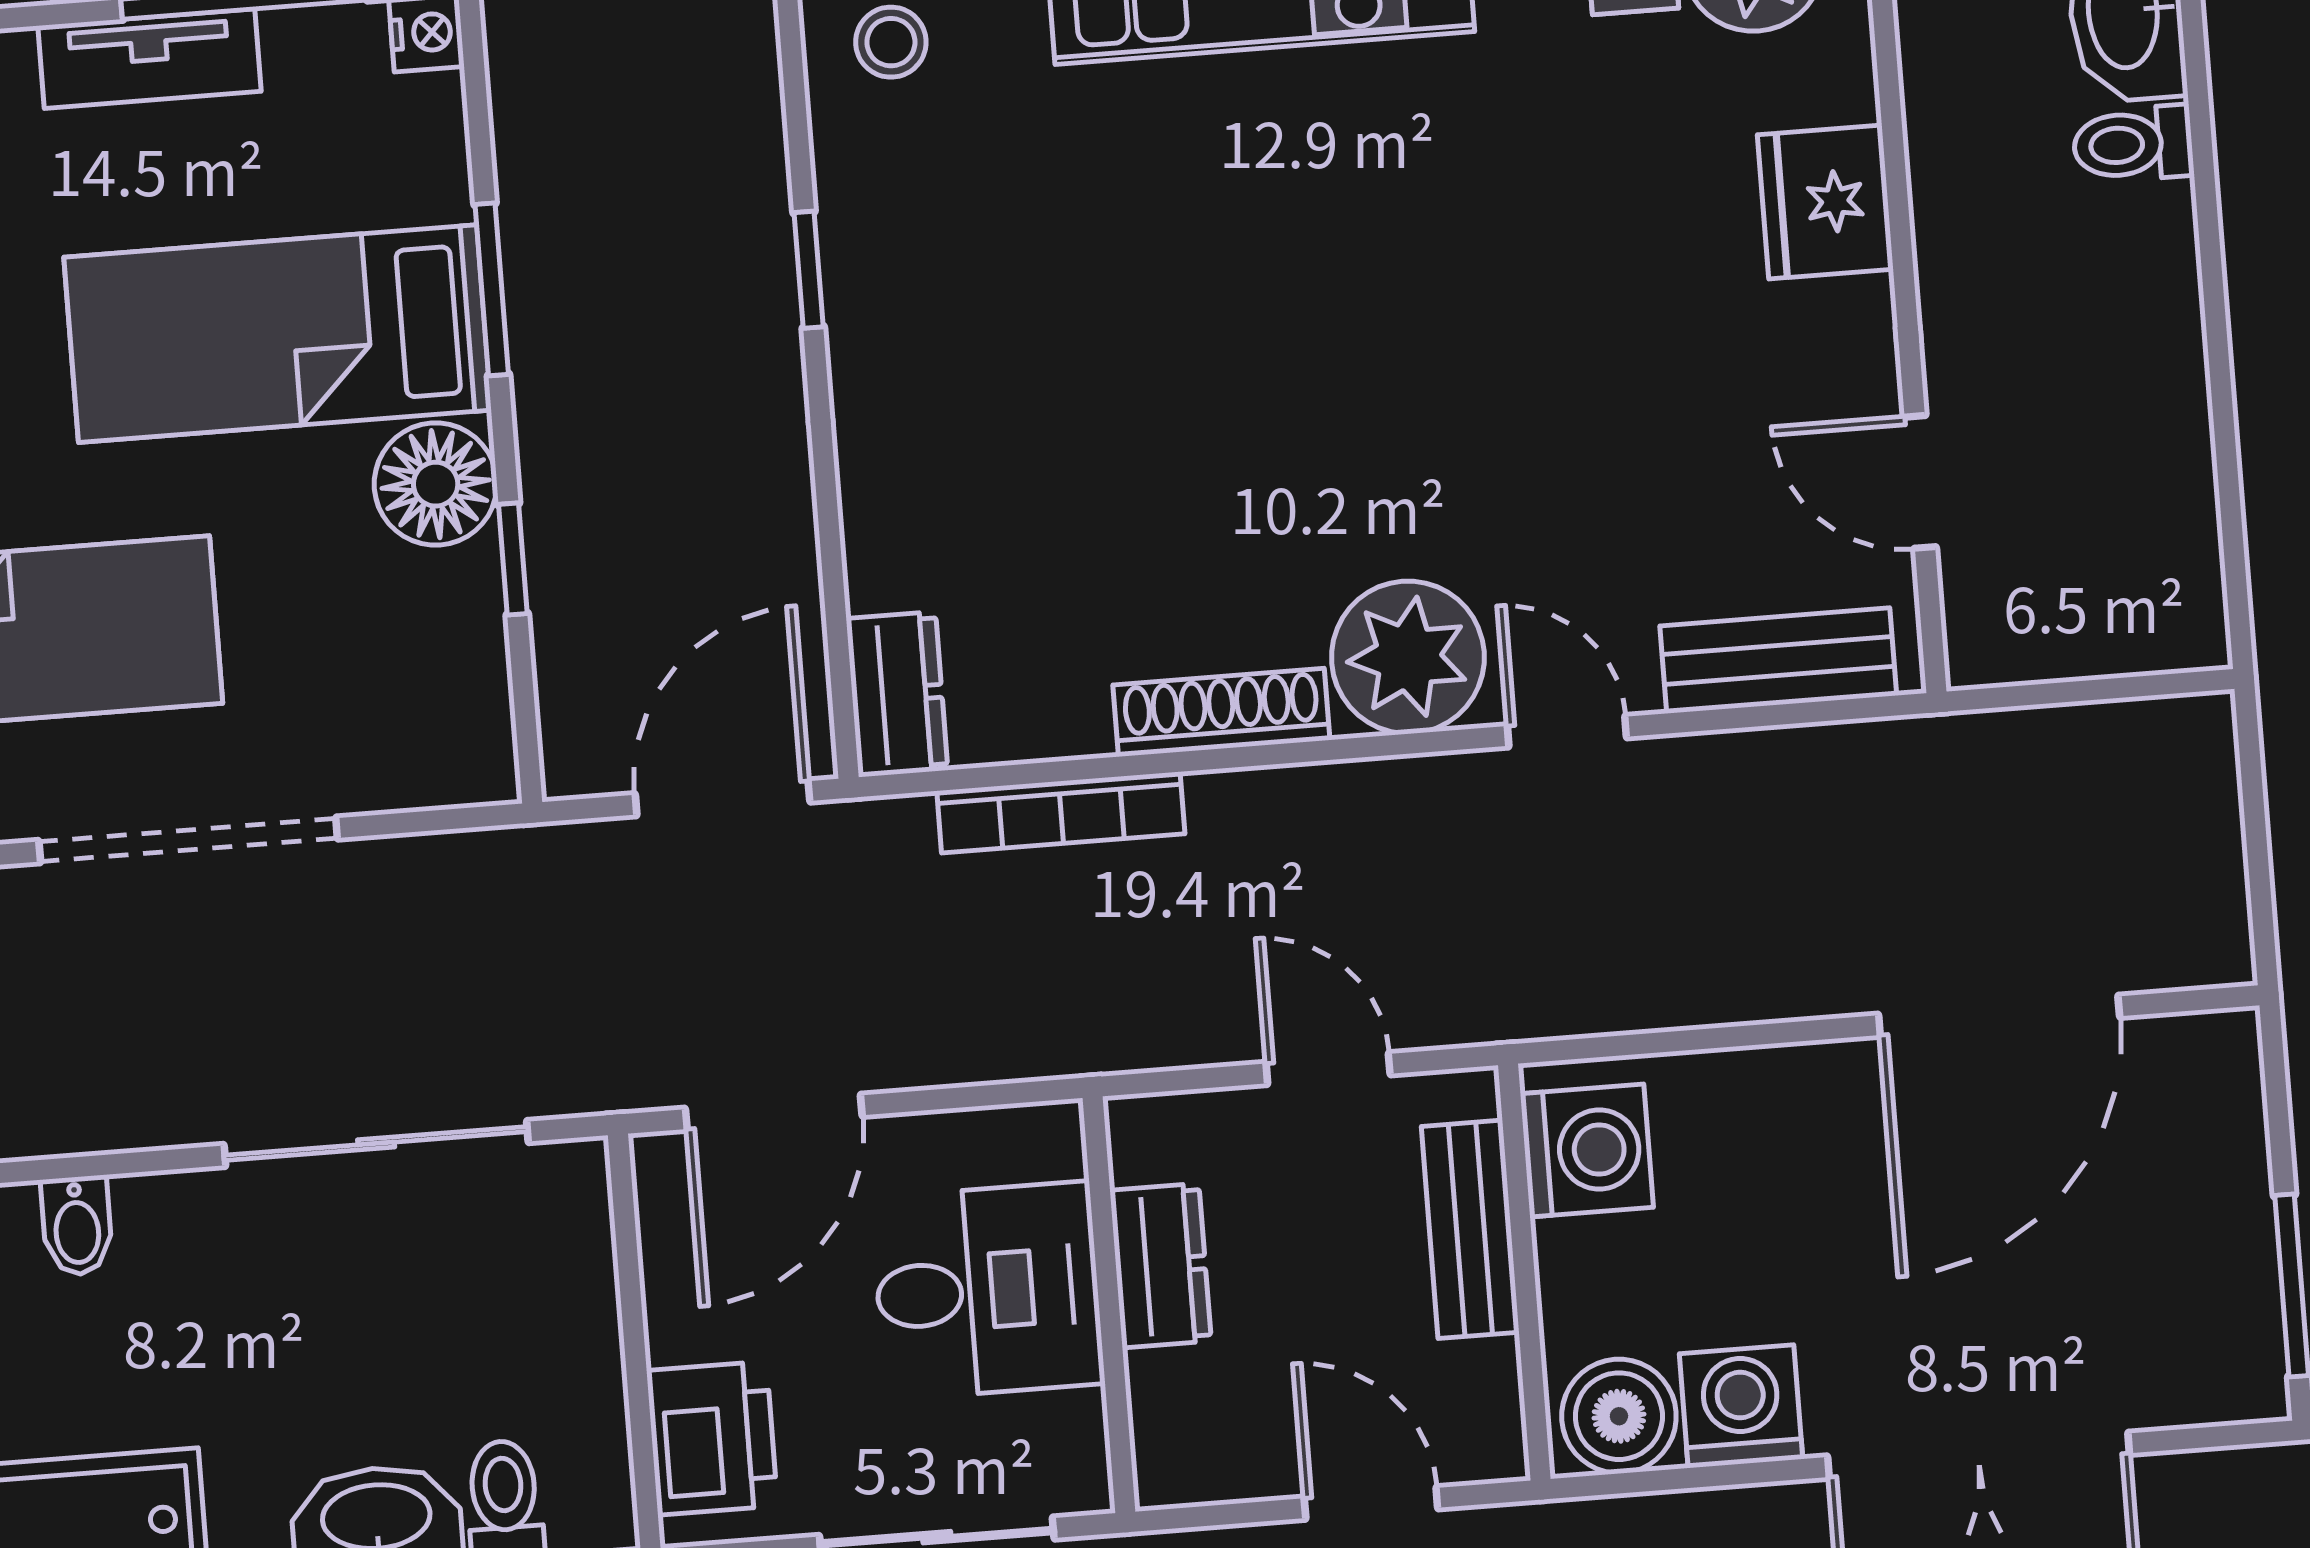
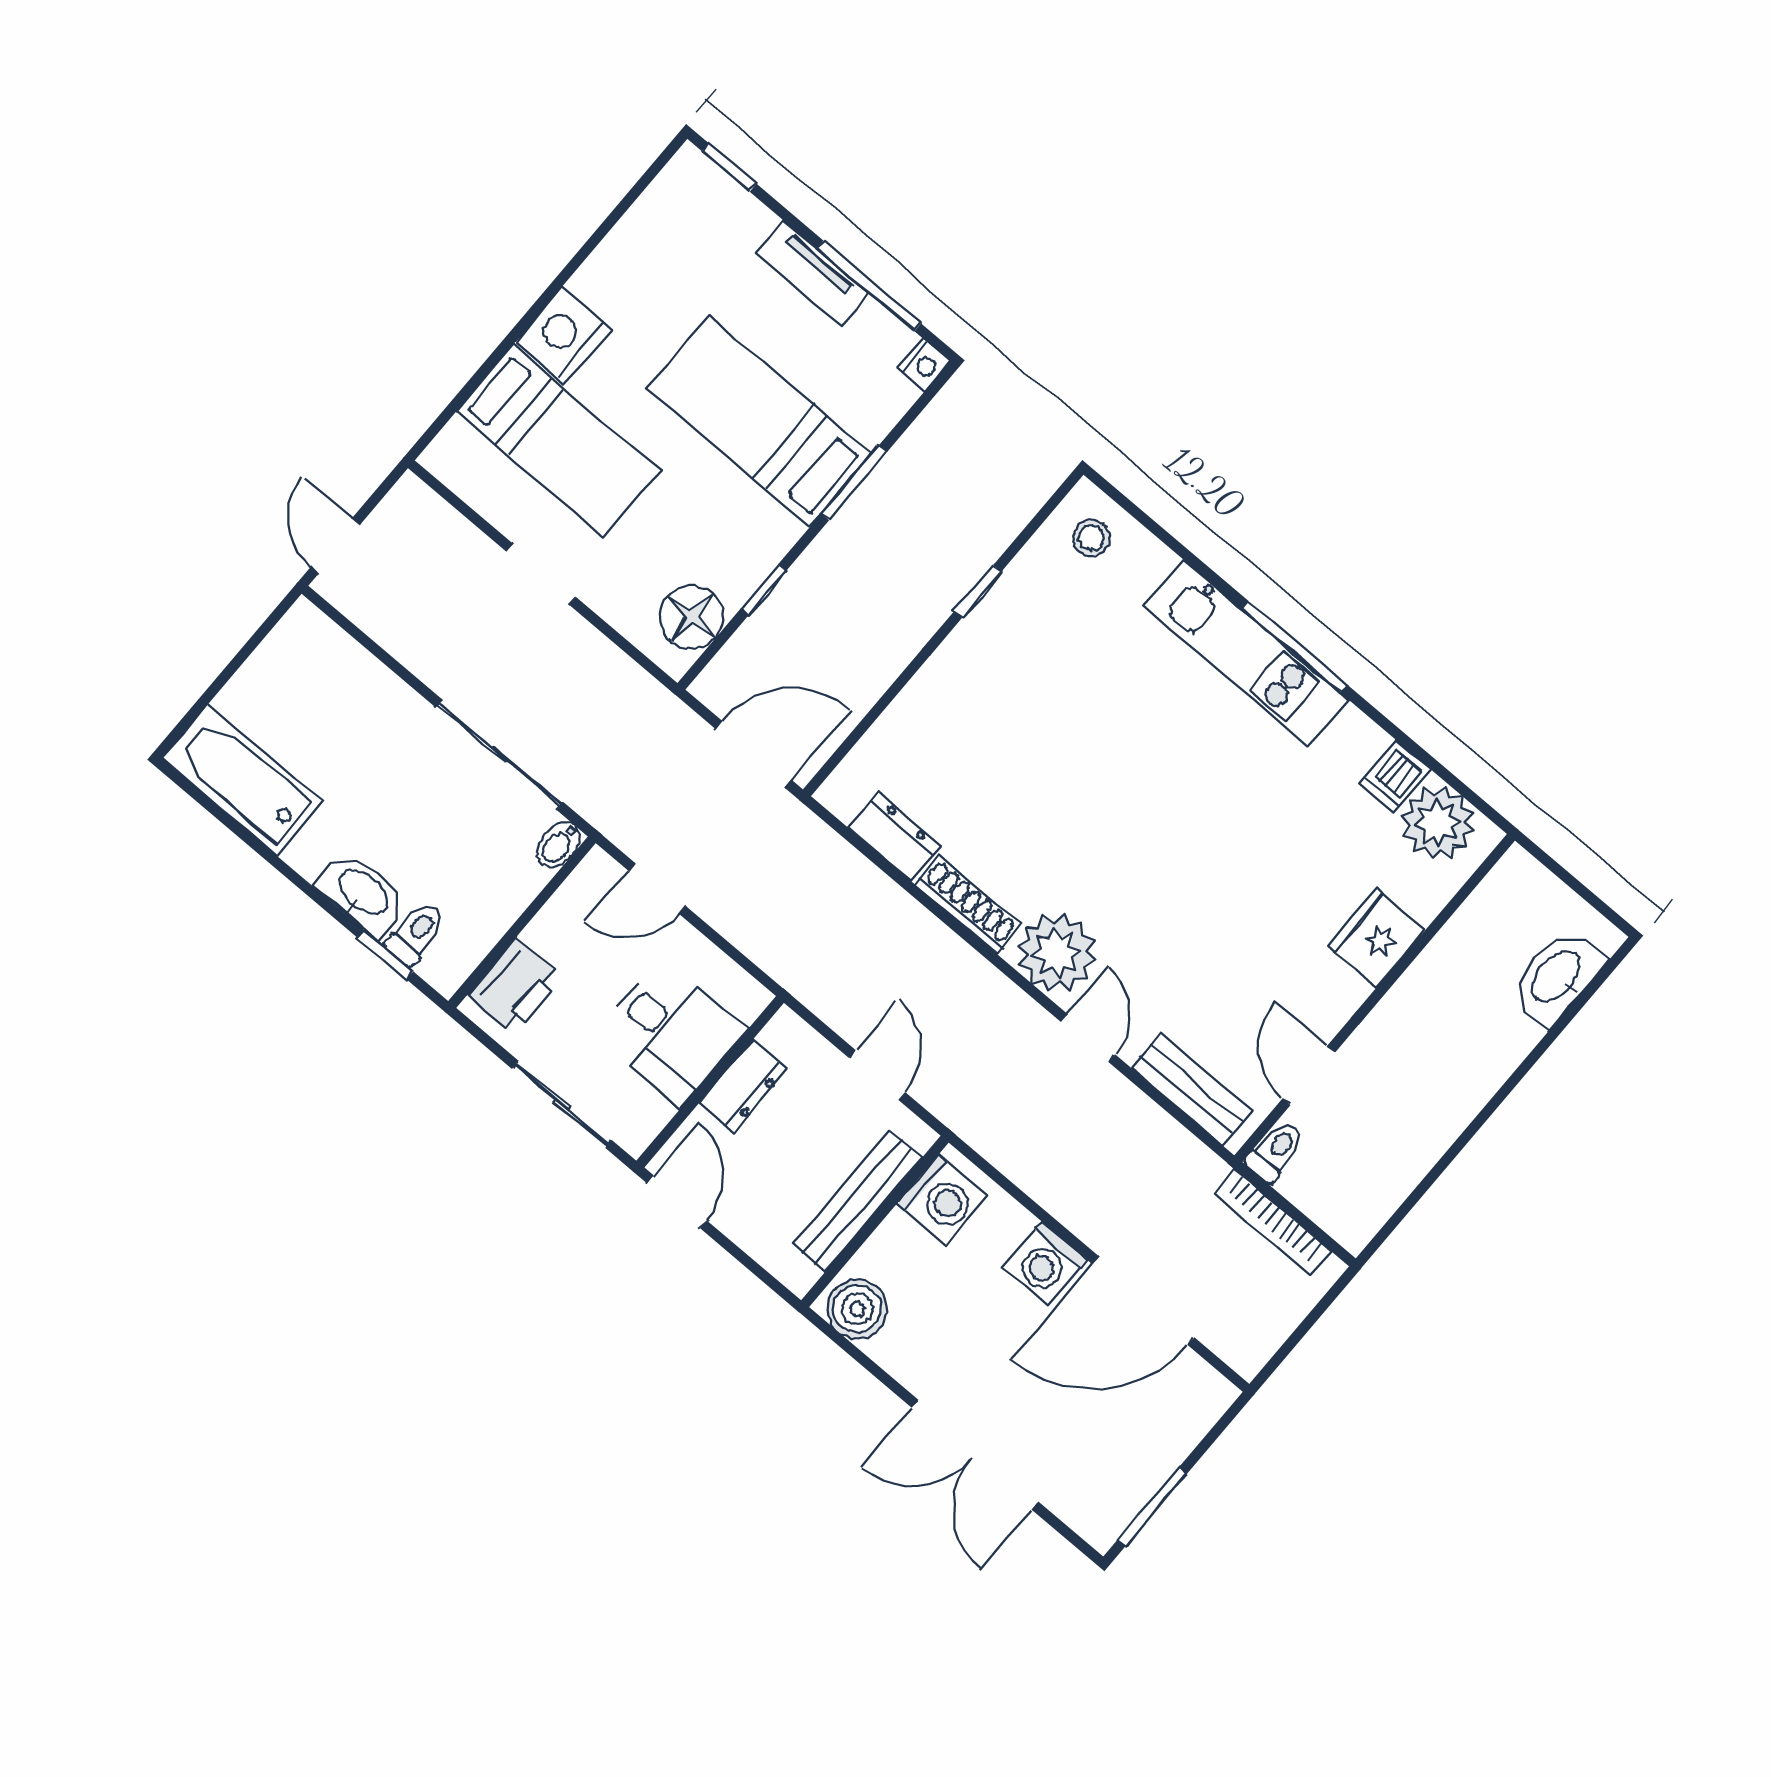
toilet: (2133, 144) -> (1276, 1151), moved, turned 90
floor lamp: (436, 484) -> (692, 617), moved
dresser: (897, 694) -> (894, 837), moved, turned -90
bookcase: (1061, 812) -> (1272, 1222), moved
doorway: (188, 840) -> (541, 574), width x0.53
door: (774, 1112) -> (657, 889), width x0.73
bidet: (77, 1226) -> (559, 845), moved
bench: (1470, 1229) -> (858, 1201), width x1.36
washing machine: (1741, 1406) -> (1046, 1264), moved, turned 180
door: (1371, 1503) -> (677, 1202), moved

